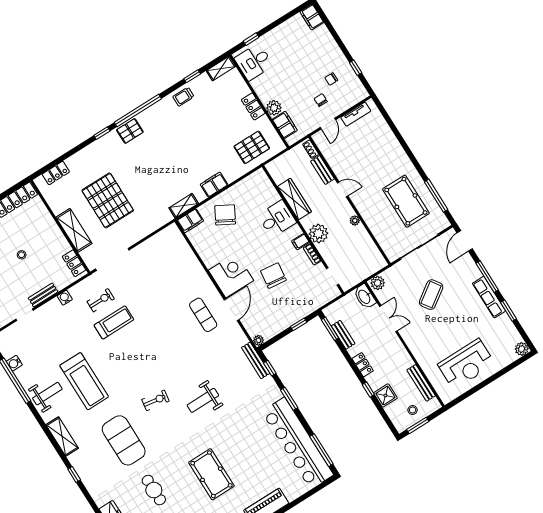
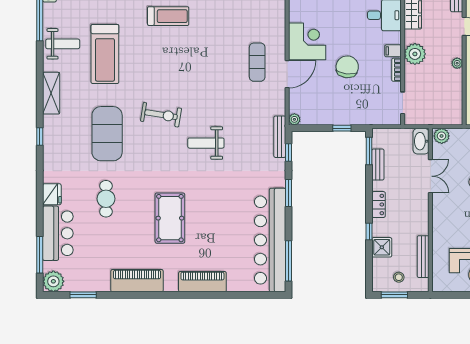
exercise bike: (155, 400) -> (161, 115), width x1.38, depth x1.39

